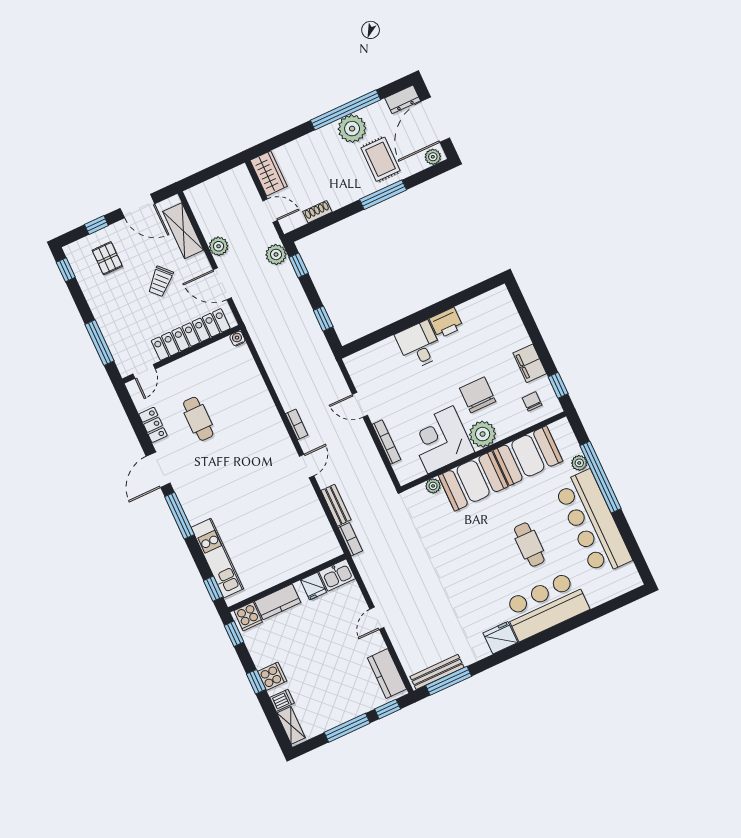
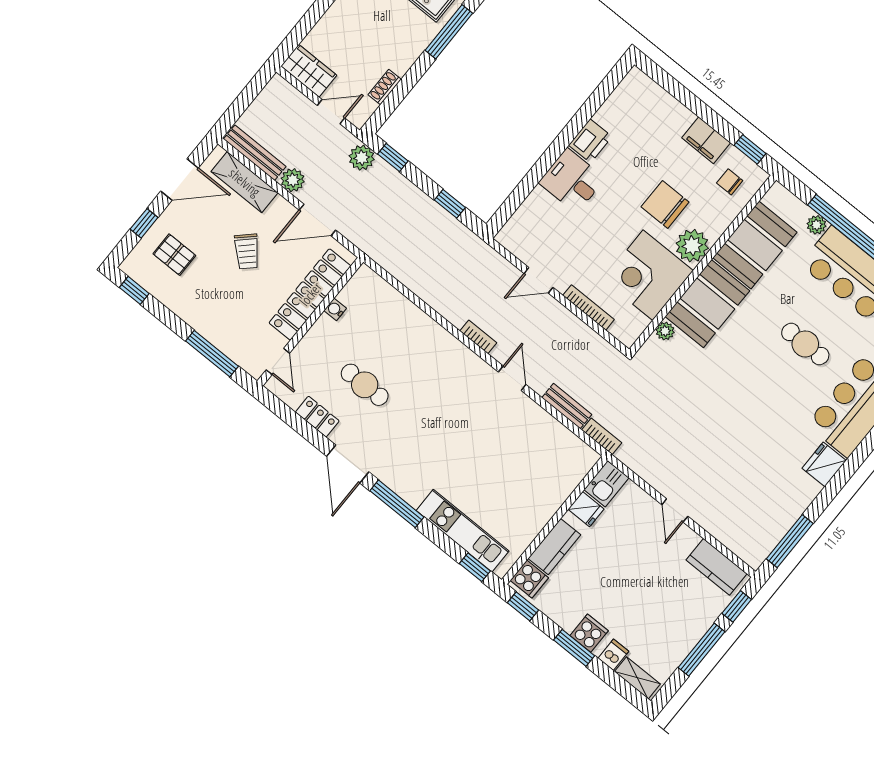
water cooler: (237, 338) -> (335, 309), moved
bench: (437, 672) -> (255, 153), moved, turned 90
window: (256, 682) -> (574, 648), width x1.50

